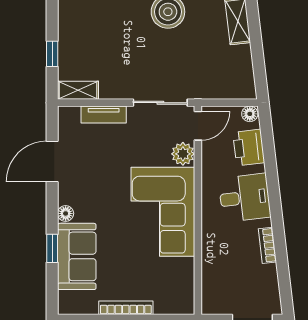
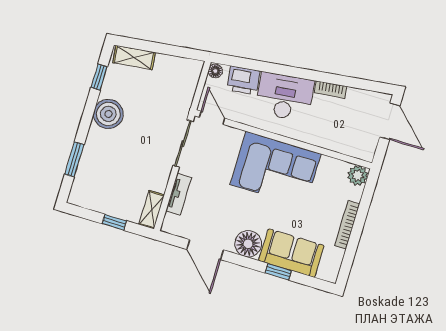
plant: (183, 154) -> (358, 175), moved
desk: (245, 198) -> (285, 97), width x1.37
floor lamp: (66, 213) -> (248, 244), width x1.89, depth x1.89

